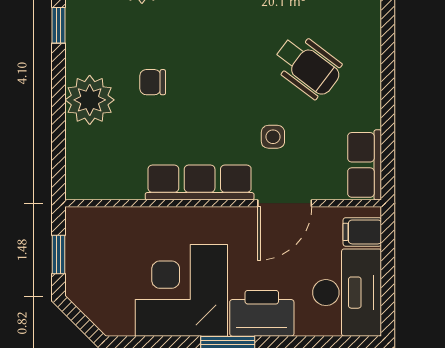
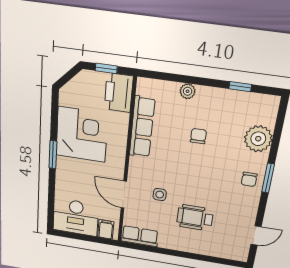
wheelchair: (308, 66) -> (195, 218), turned 53
plant: (90, 100) -> (188, 91), width x0.53, depth x0.53
row of seats: (200, 183) -> (142, 127), moved
printer: (262, 313) -> (119, 93), moved, turned 180

